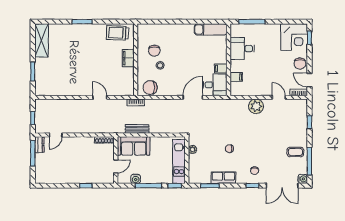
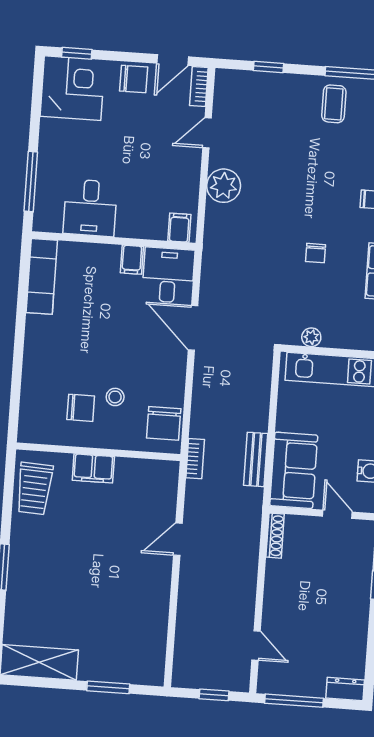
filing cabinet: (236, 77) -> (179, 228), moved
dresser: (39, 145) -> (345, 689), moved

